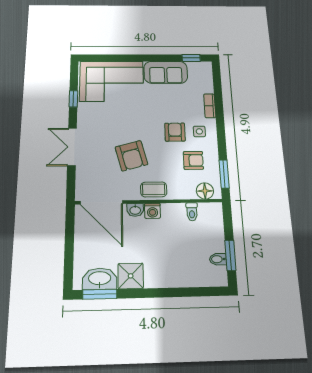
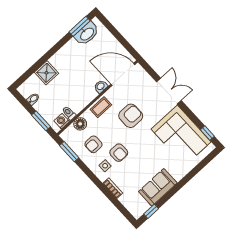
corner sofa: (112, 81) -> (181, 136), moved, turned -90
window: (73, 99) -> (207, 133), moved
armchair: (131, 156) -> (131, 116), turned 105
floor lamp: (205, 191) -> (80, 124), moved
washing machine: (152, 211) -> (62, 121), moved
window: (230, 255) -> (41, 121), moved
shower: (131, 276) -> (46, 73), moved

